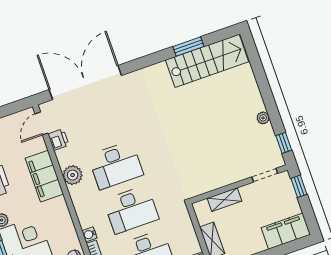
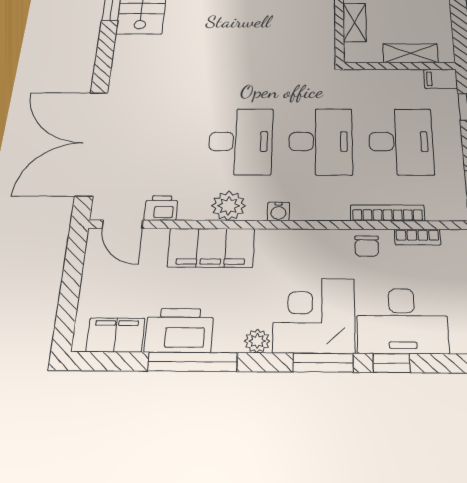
water cooler: (89, 234) -> (278, 211), moved

